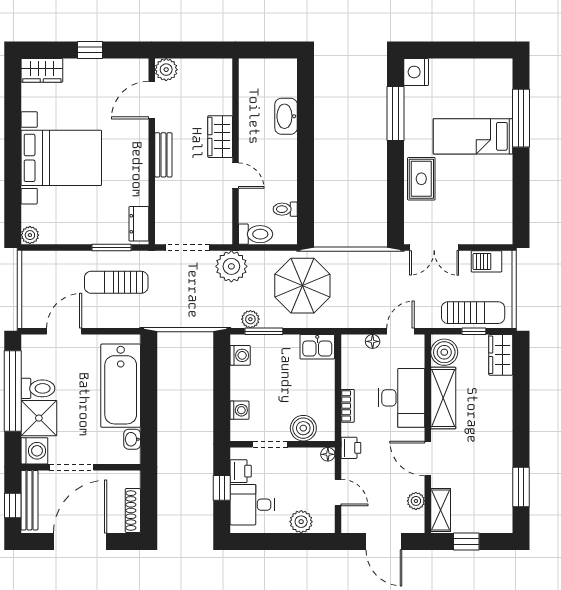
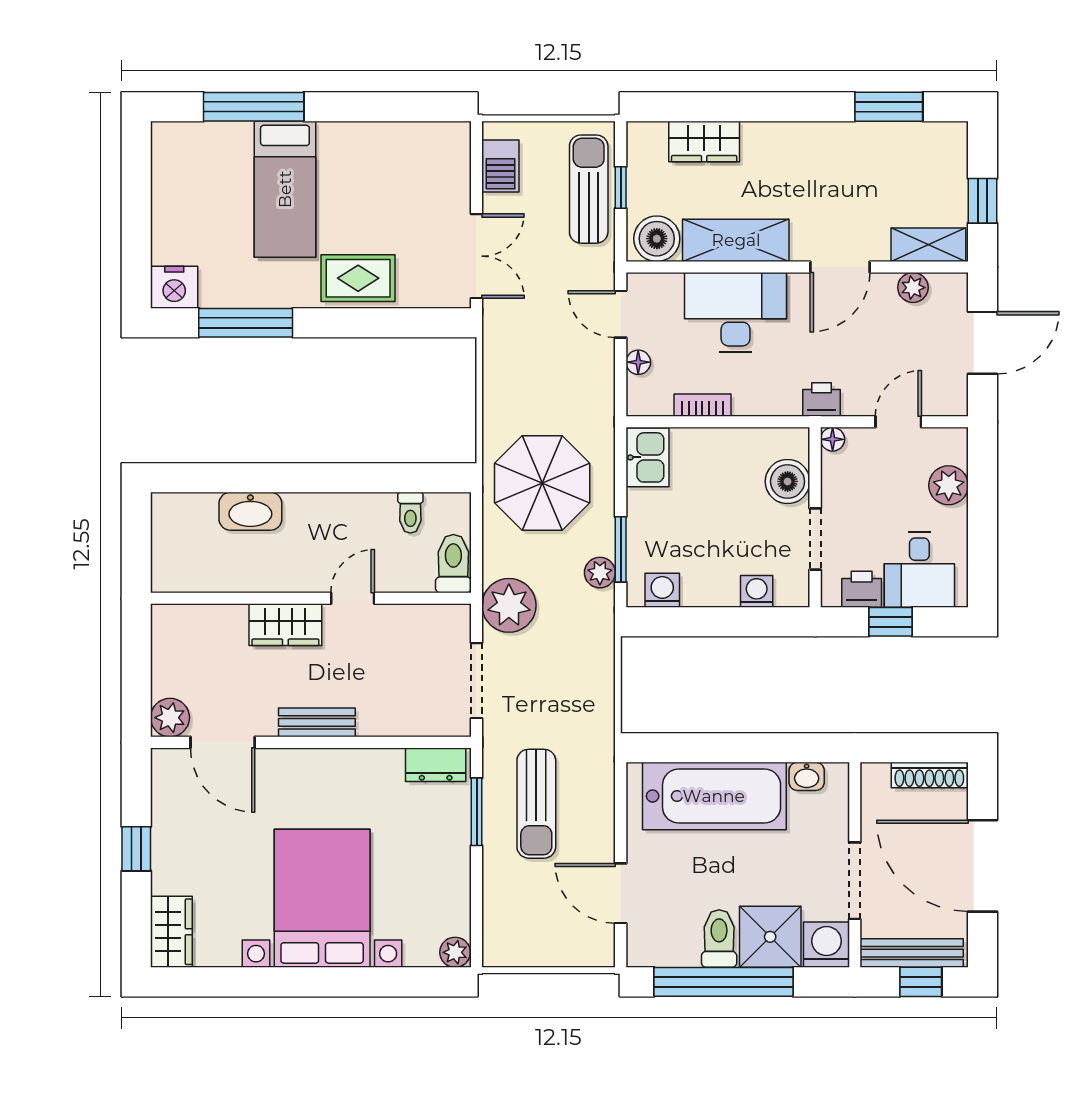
wardrobe: (501, 355) -> (704, 142), moved
bookcase: (348, 406) -> (702, 405), moved

